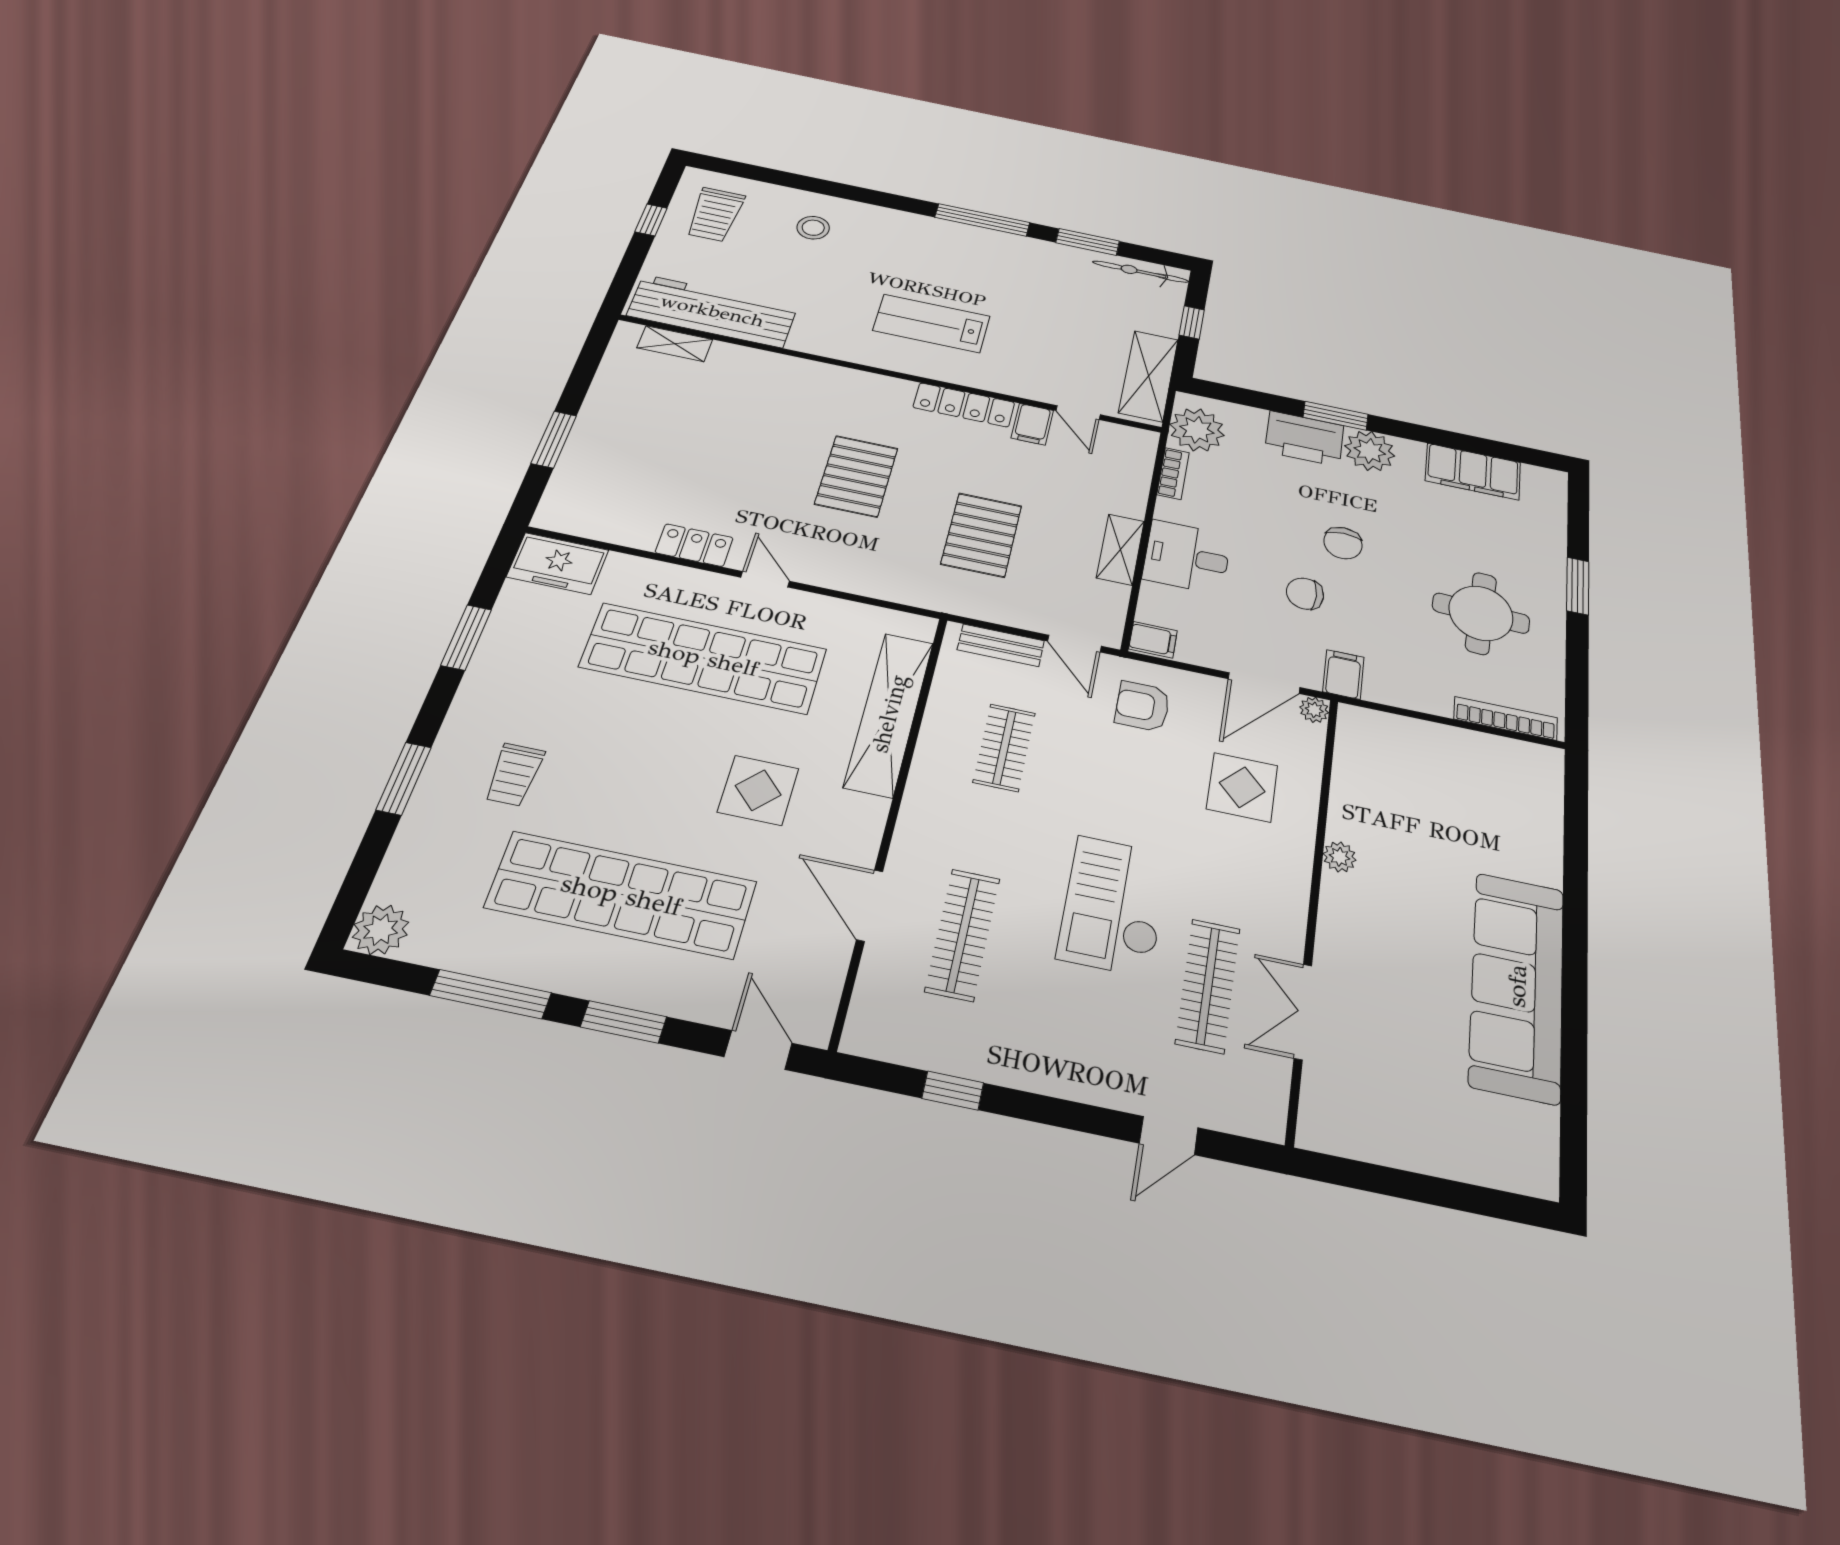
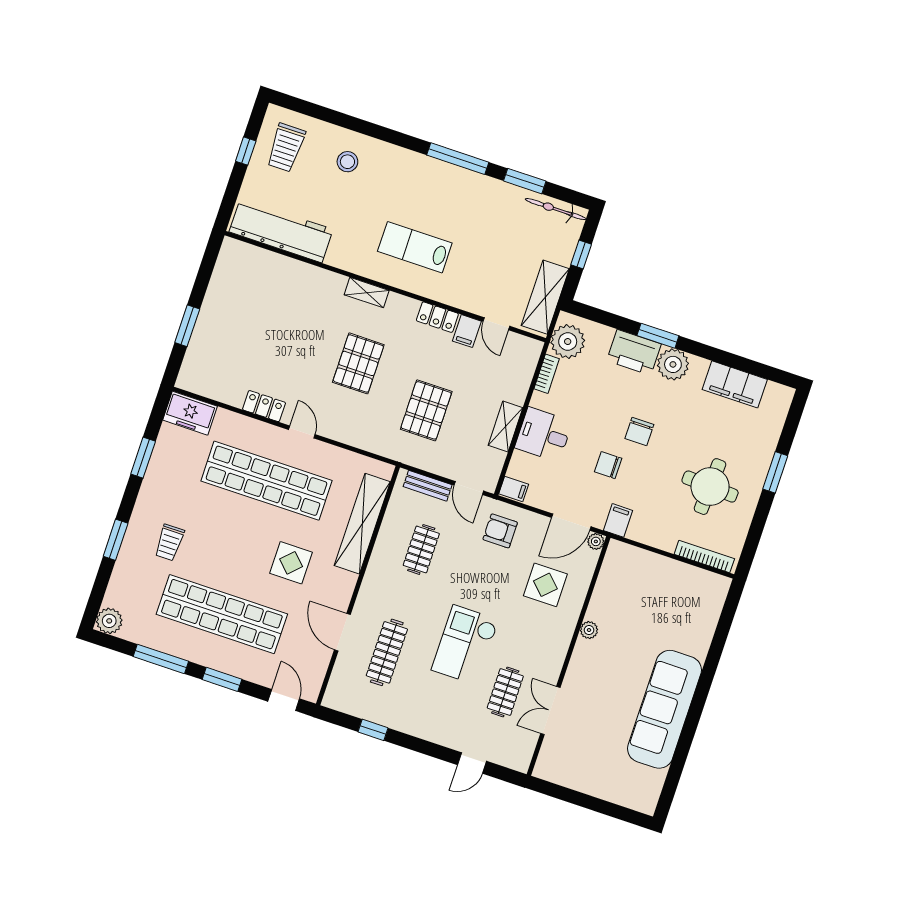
shelving: (675, 344) -> (367, 293), moved
locker: (964, 405) -> (437, 317), width x0.66
clothes rail: (1208, 985) -> (505, 692), width x0.73

